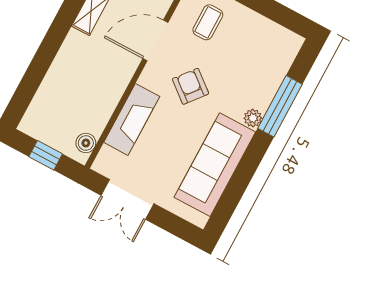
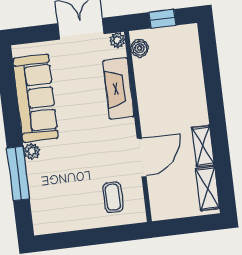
armchair: (191, 86) -> (93, 142), removed
plant: (101, 165) -> (117, 40), added

